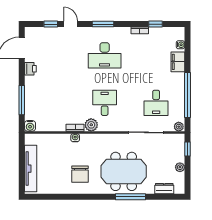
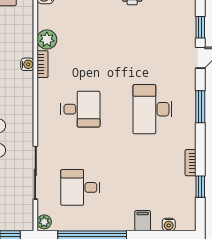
filing cabinet: (178, 62) -> (143, 221), width x0.50
plant: (91, 125) -> (47, 39), moved

